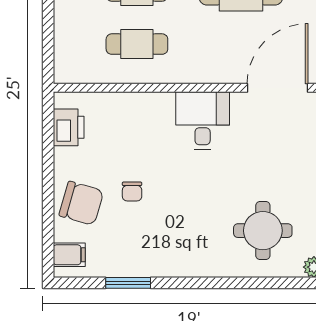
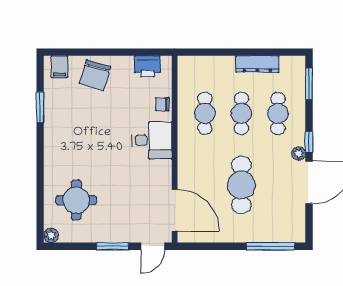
desk: (203, 121) -> (152, 140), moved
chair: (132, 191) -> (162, 104), moved

